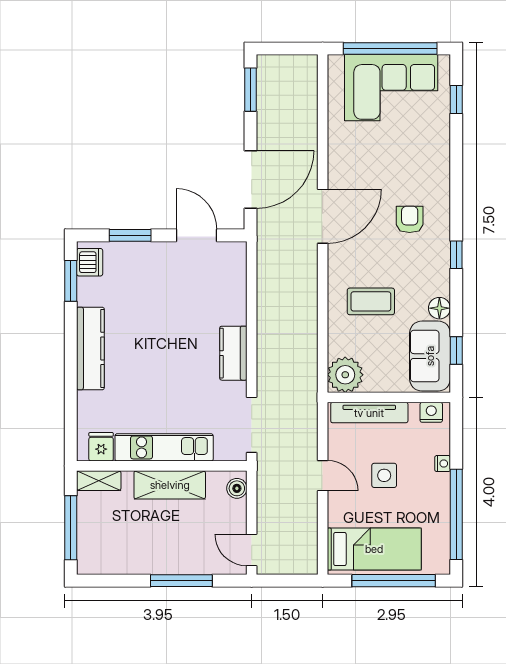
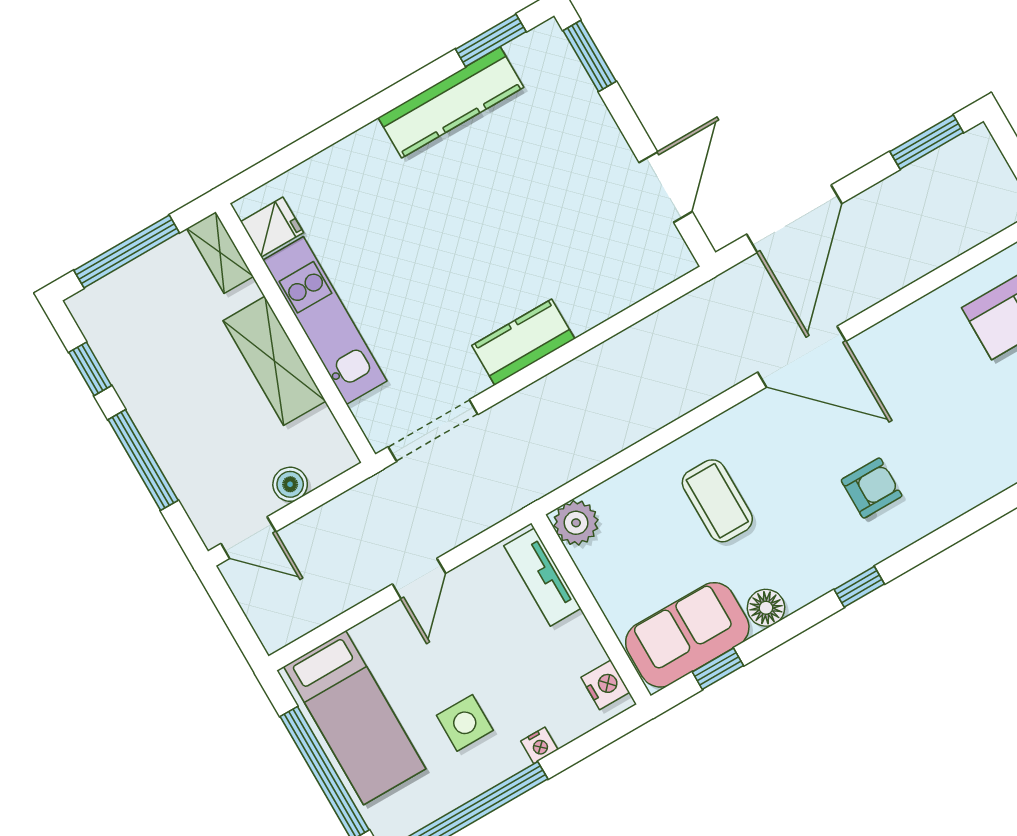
door: (250, 179) -> (794, 219), hinge flipped
window: (130, 235) -> (590, 56), moved
dishwasher: (90, 262) -> (535, 52), removed
kitchen counter: (90, 348) -> (451, 102), moved
plant: (345, 375) -> (576, 523), width x0.73, depth x0.73
tv unit: (369, 413) -> (542, 577), width x0.71
side table: (384, 475) -> (465, 723), moved
boiler: (237, 488) -> (290, 484), moved
door: (252, 550) -> (248, 538), swing flipped
window: (120, 581) -> (90, 369), added

